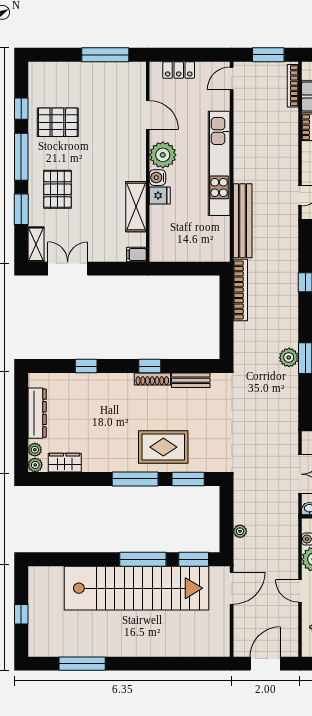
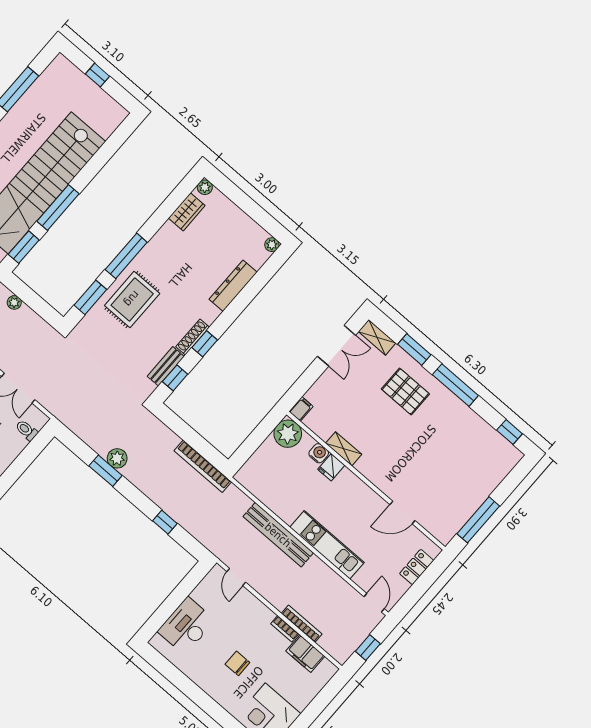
window: (268, 55) -> (368, 647), width x0.67
bookcase: (293, 86) -> (302, 624), moved
window: (21, 109) -> (510, 432), moved
pallet: (58, 122) -> (458, 437), removed
plant: (163, 155) -> (288, 434), moved
kitchen unit: (219, 163) -> (327, 545), width x0.73
water cooler: (158, 178) -> (319, 453), moved
shelving: (136, 207) -> (344, 449), width x0.67, depth x0.75
bench: (243, 221) -> (278, 535), moved
window: (86, 366) -> (175, 378), moved
dresser: (37, 413) -> (233, 286), moved, turned 90
plant: (35, 450) -> (272, 245), moved

